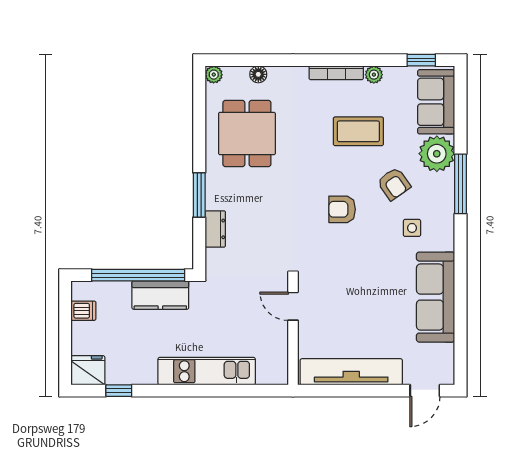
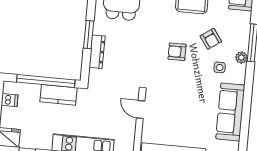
plant: (437, 154) -> (241, 58), moved, width x0.53, depth x0.53
dresser: (215, 229) -> (97, 52), width x1.44

